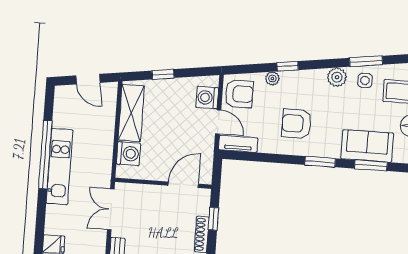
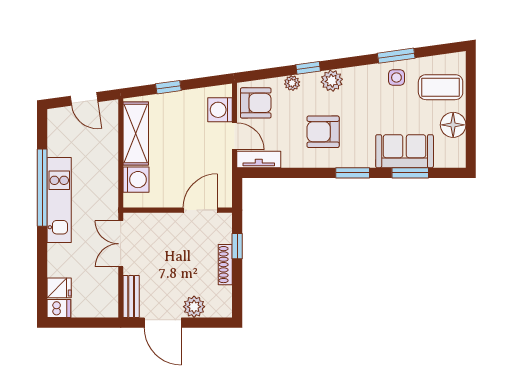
plant: (337, 77) -> (332, 81), moved

